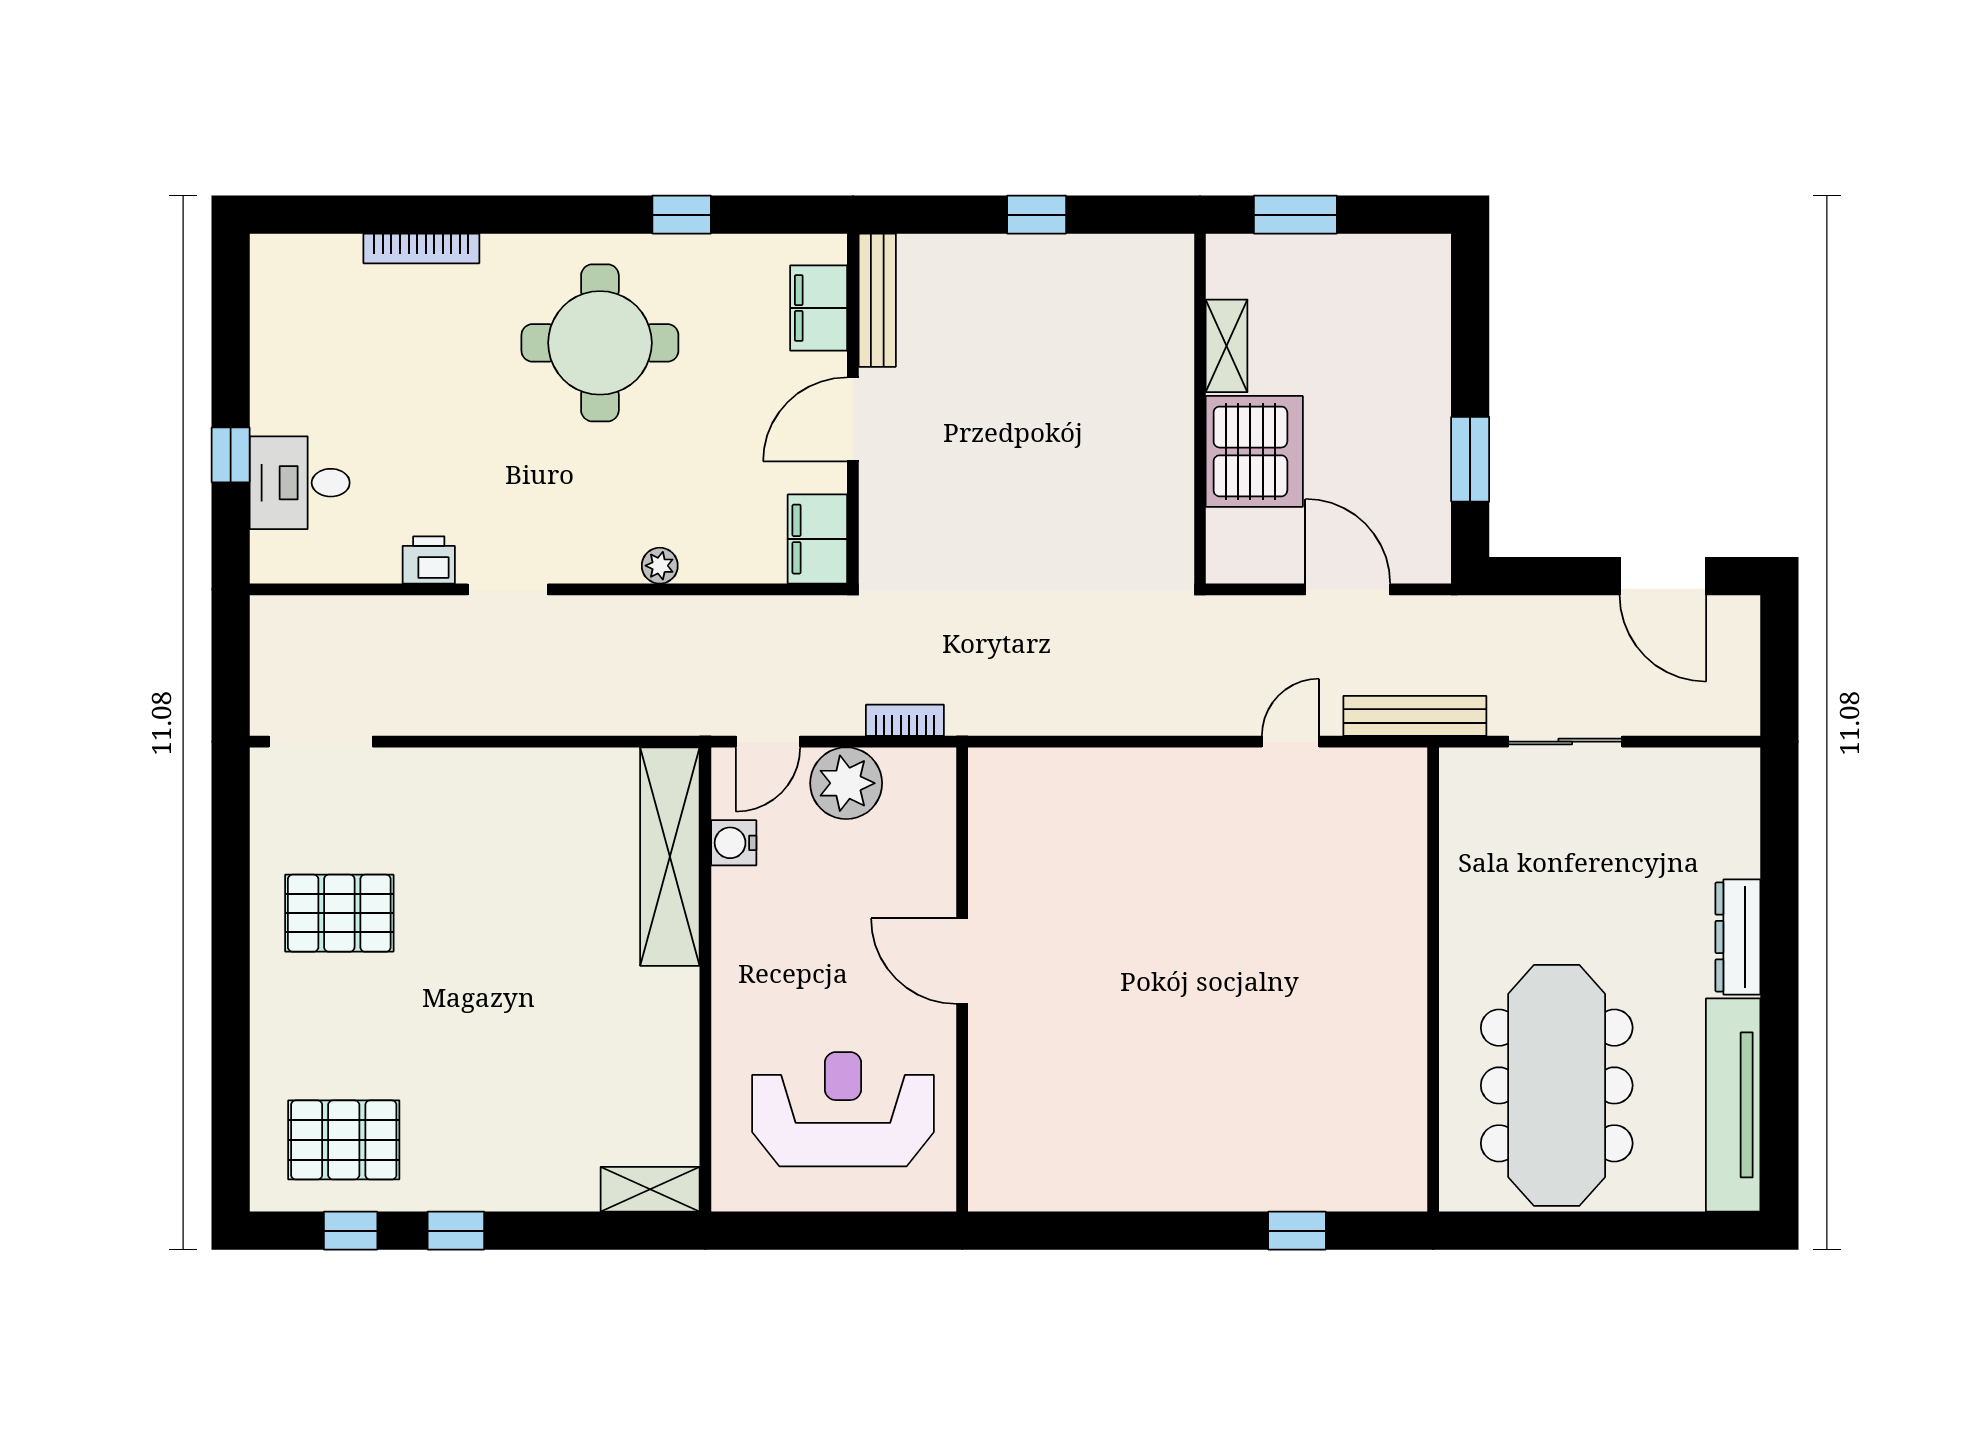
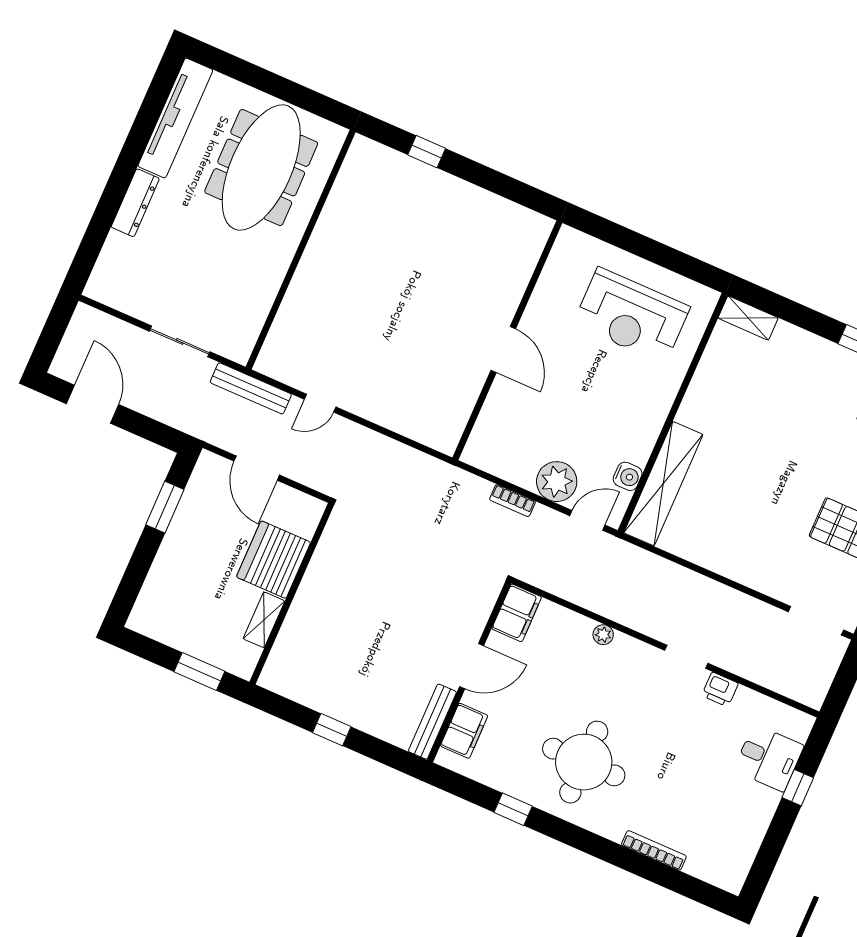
door: (962, 961) -> (503, 350), moved
wall: (962, 979) -> (507, 340), moved

